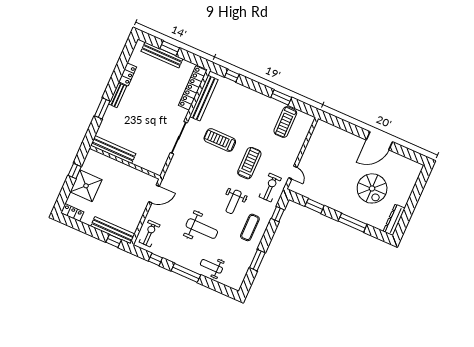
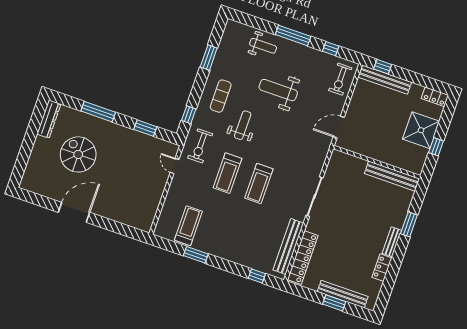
treadmill: (220, 140) -> (259, 183), moved, turned 90

